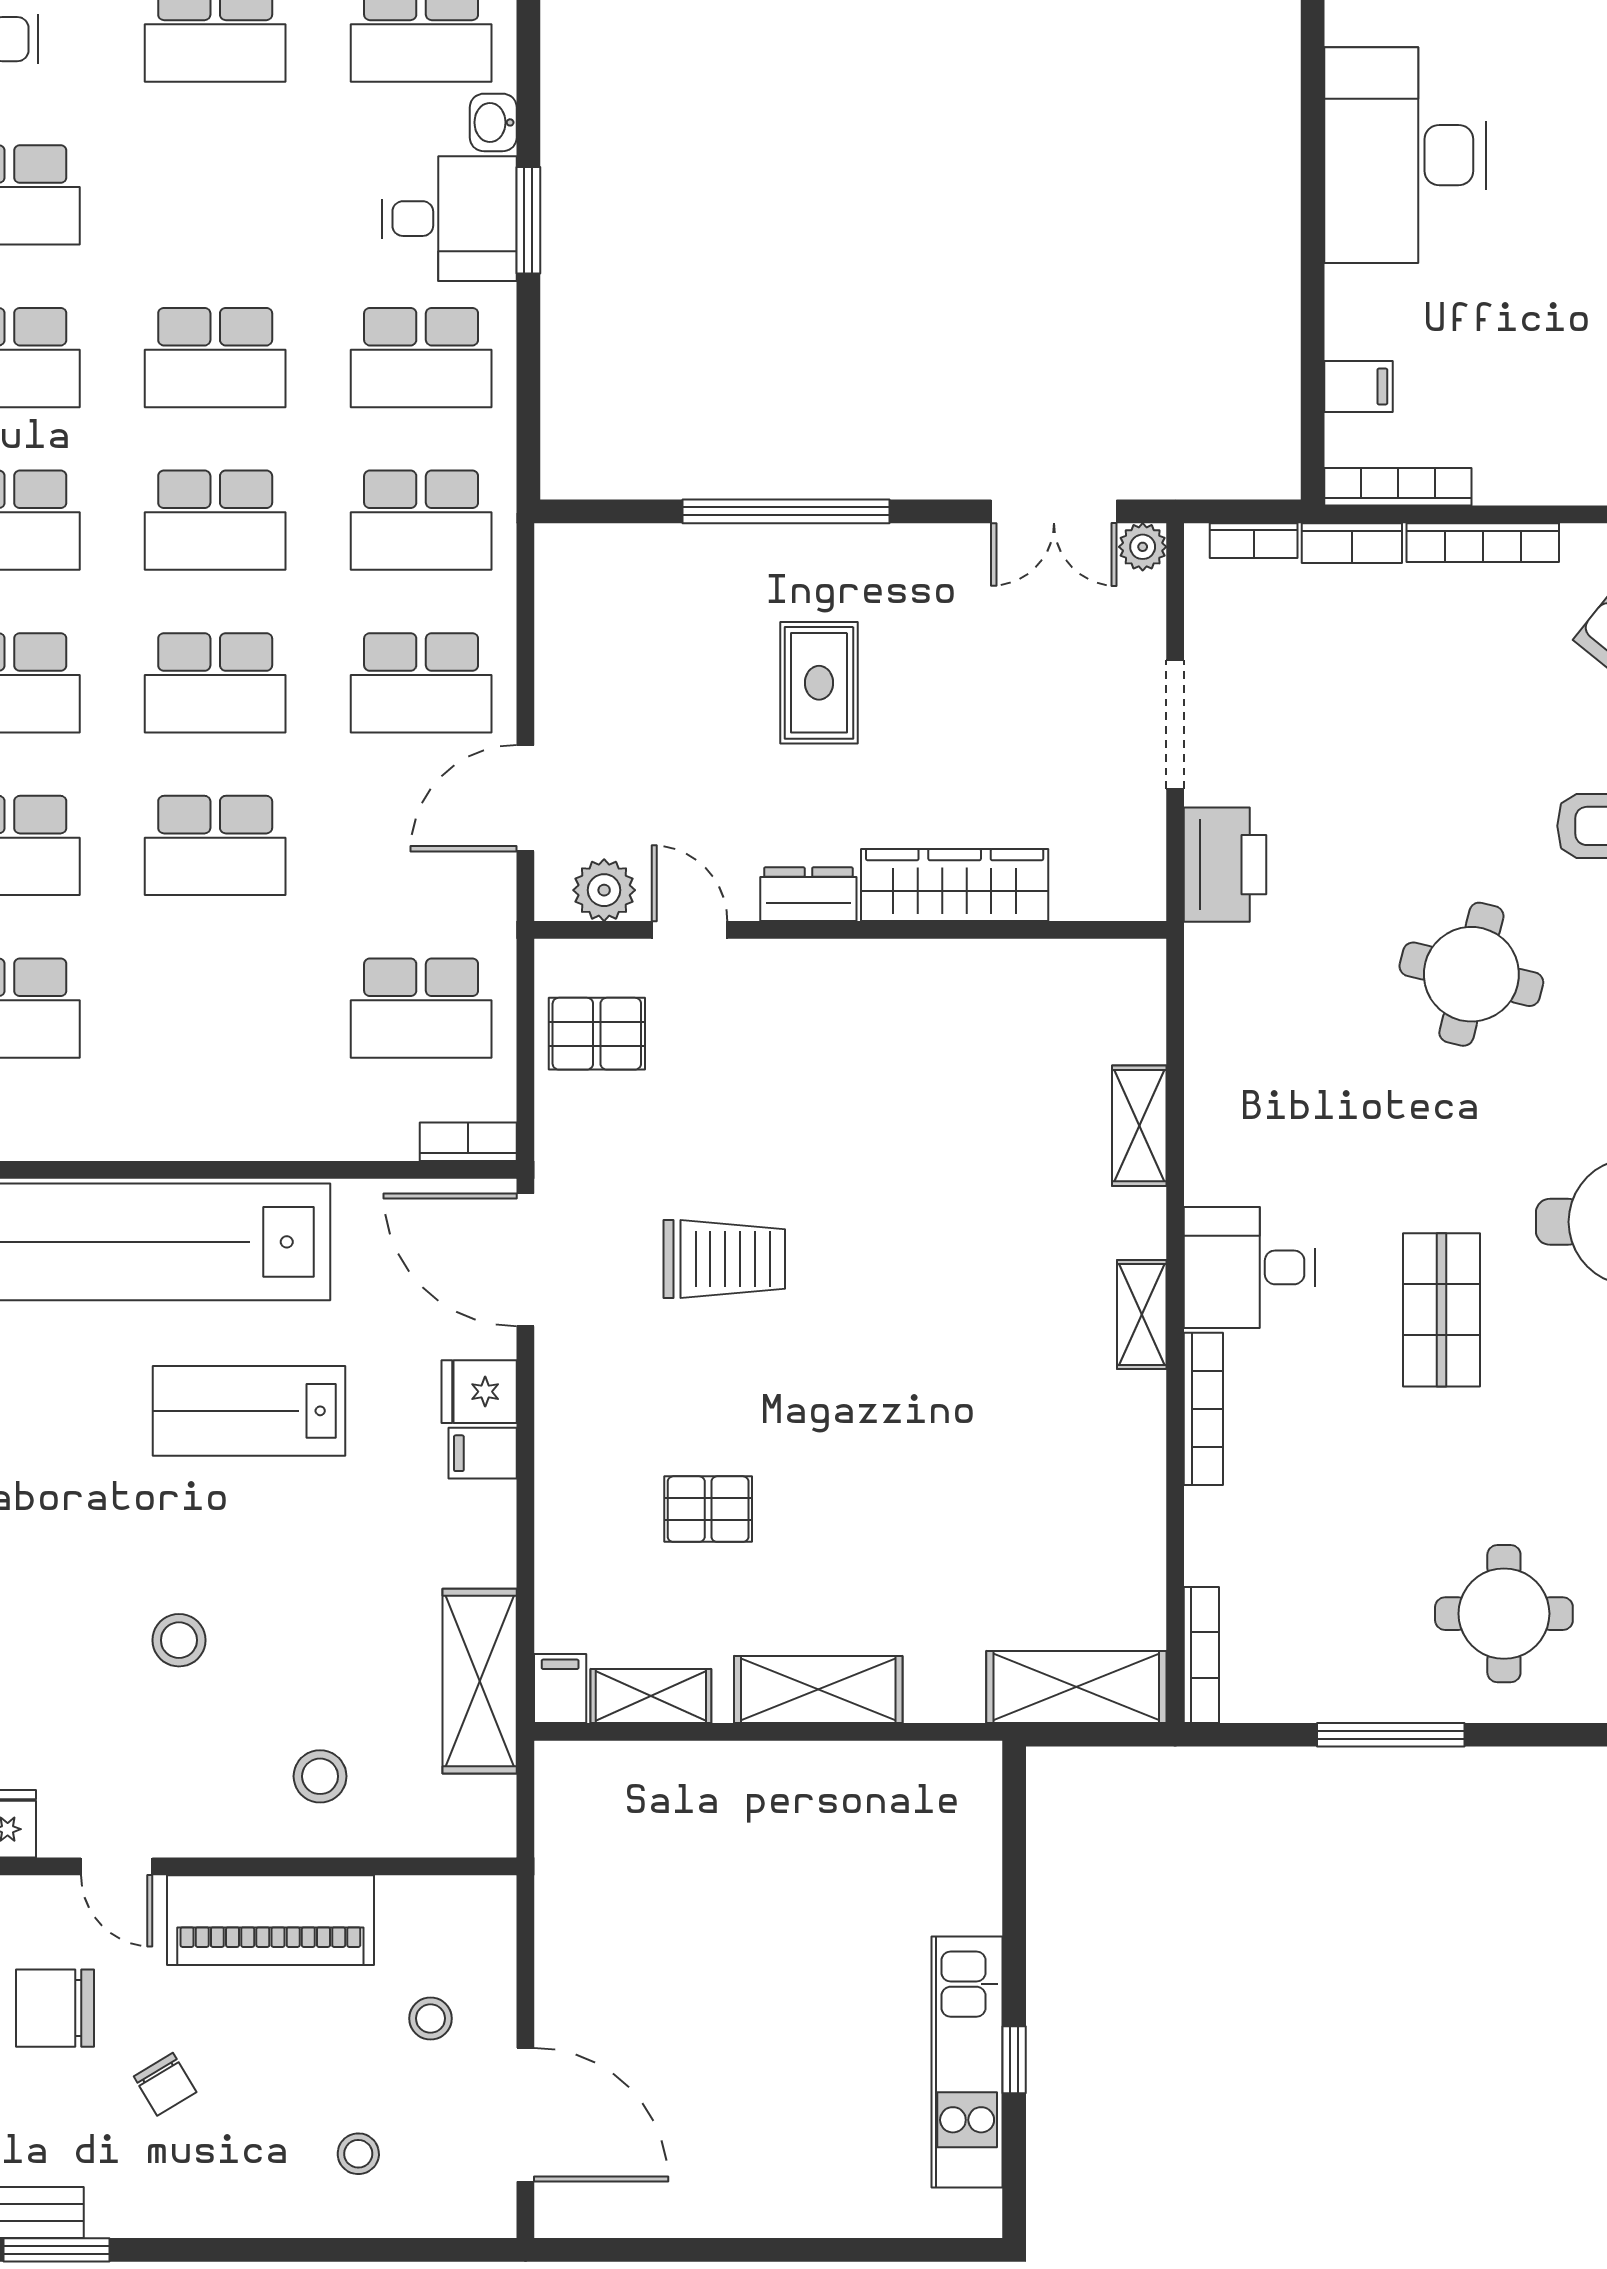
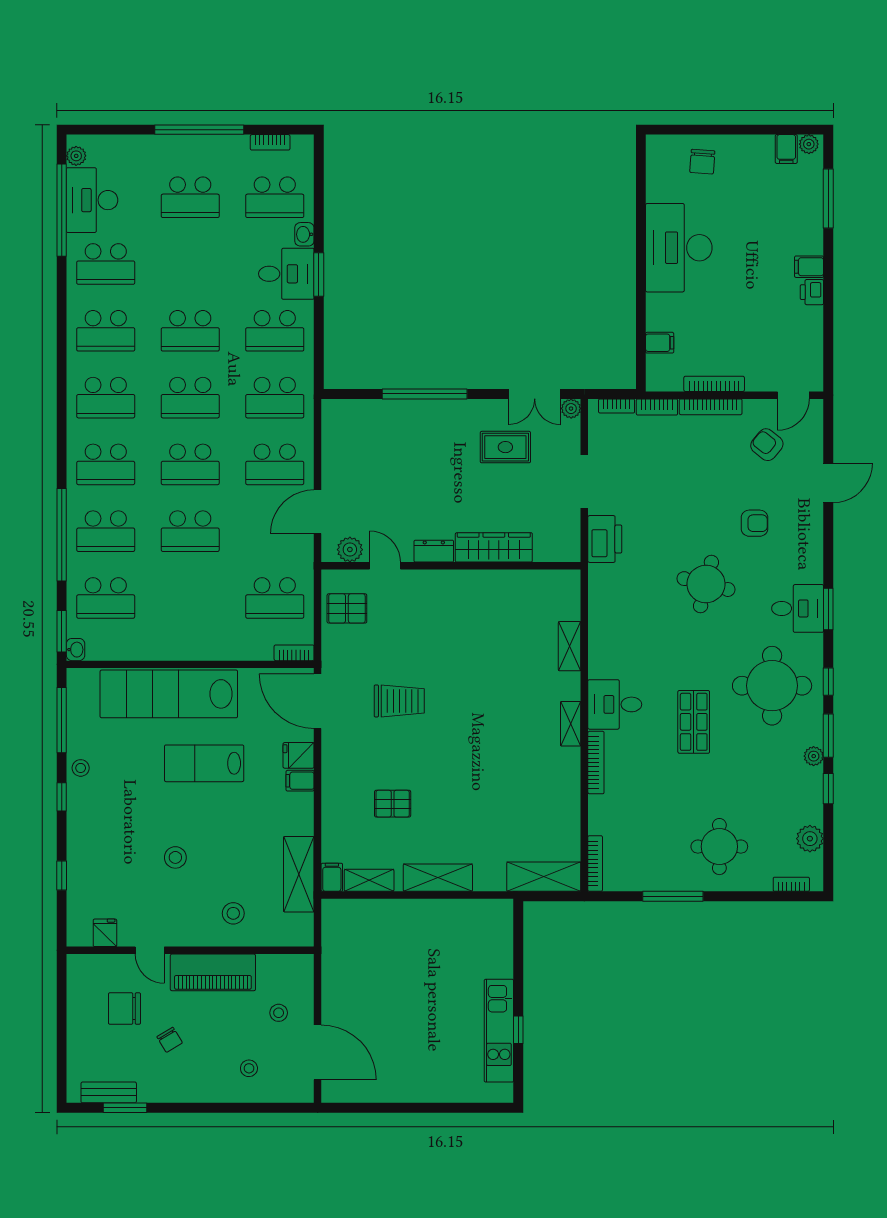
bookcase: (1398, 487) -> (714, 384), moved
rug: (819, 683) -> (505, 447), moved, turned 90

